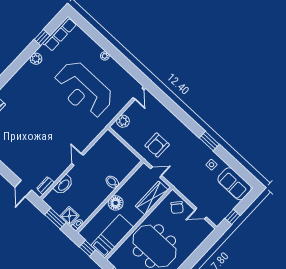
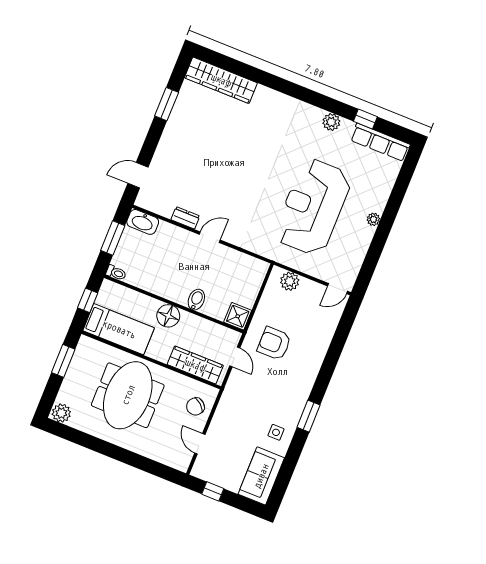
washbasin: (64, 185) -> (143, 222), moved
dresser: (45, 186) -> (185, 218), moved
shower: (69, 216) -> (238, 316), moved

